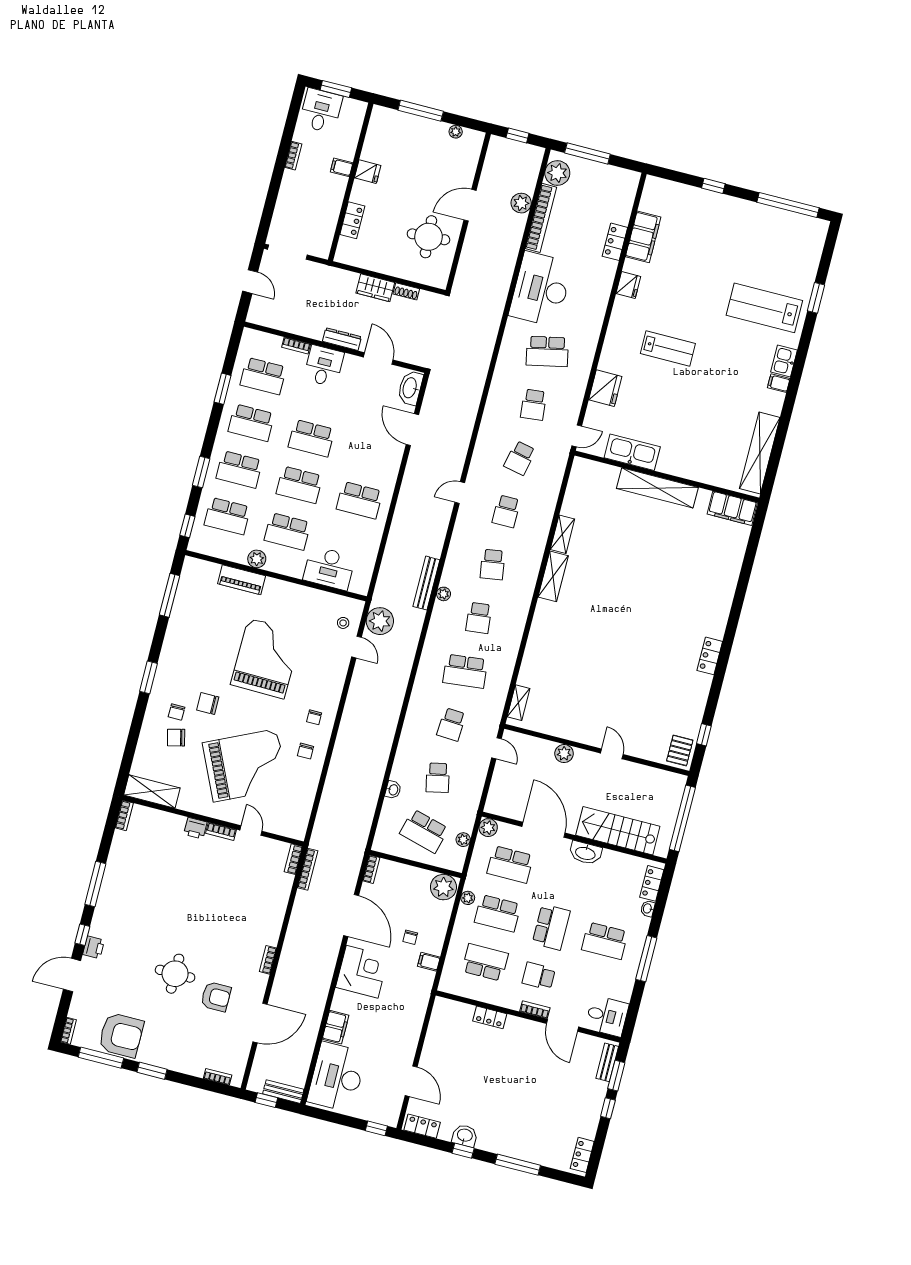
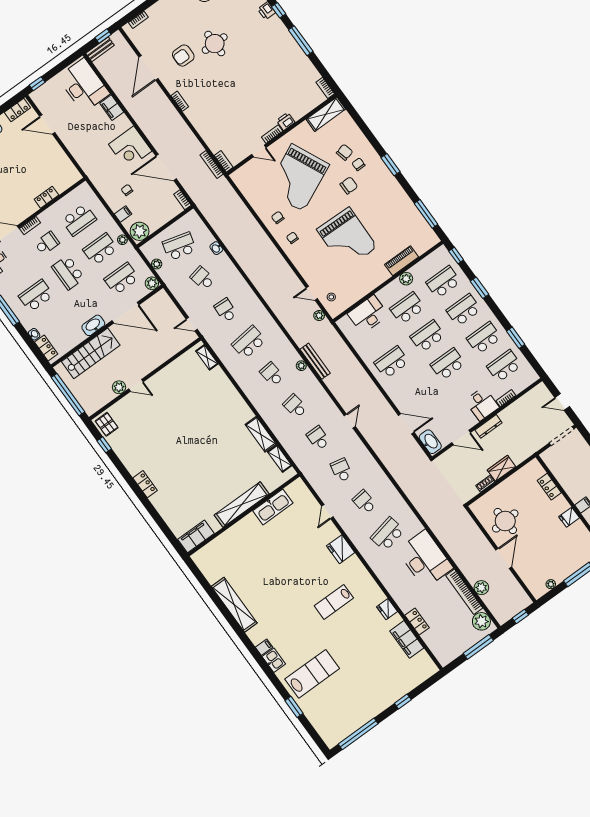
kitchen sink: (632, 452) -> (273, 507), moved
wall: (667, 477) -> (244, 515), moved
shelving: (657, 488) -> (242, 504), moved
filing cabinet: (732, 508) -> (196, 536), moved
plant: (380, 621) -> (319, 315), width x0.53, depth x0.53
plant: (564, 754) -> (119, 387), moved
filing cabinet: (429, 962) -> (123, 214), moved

